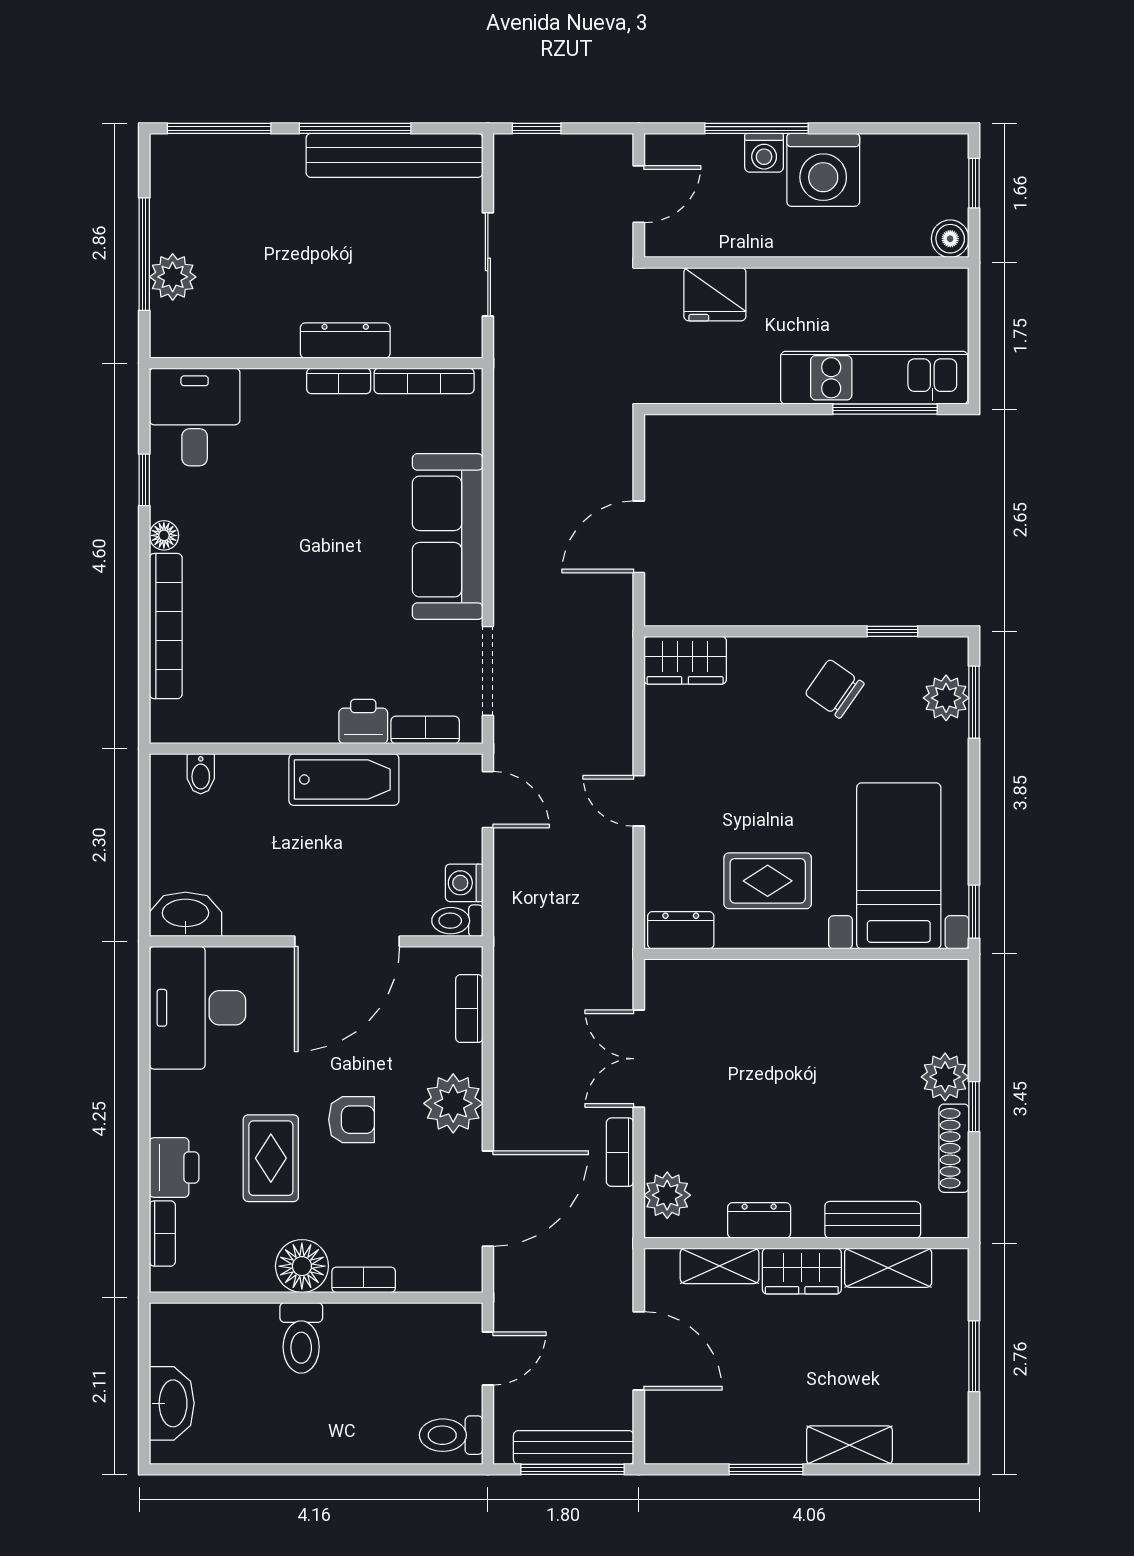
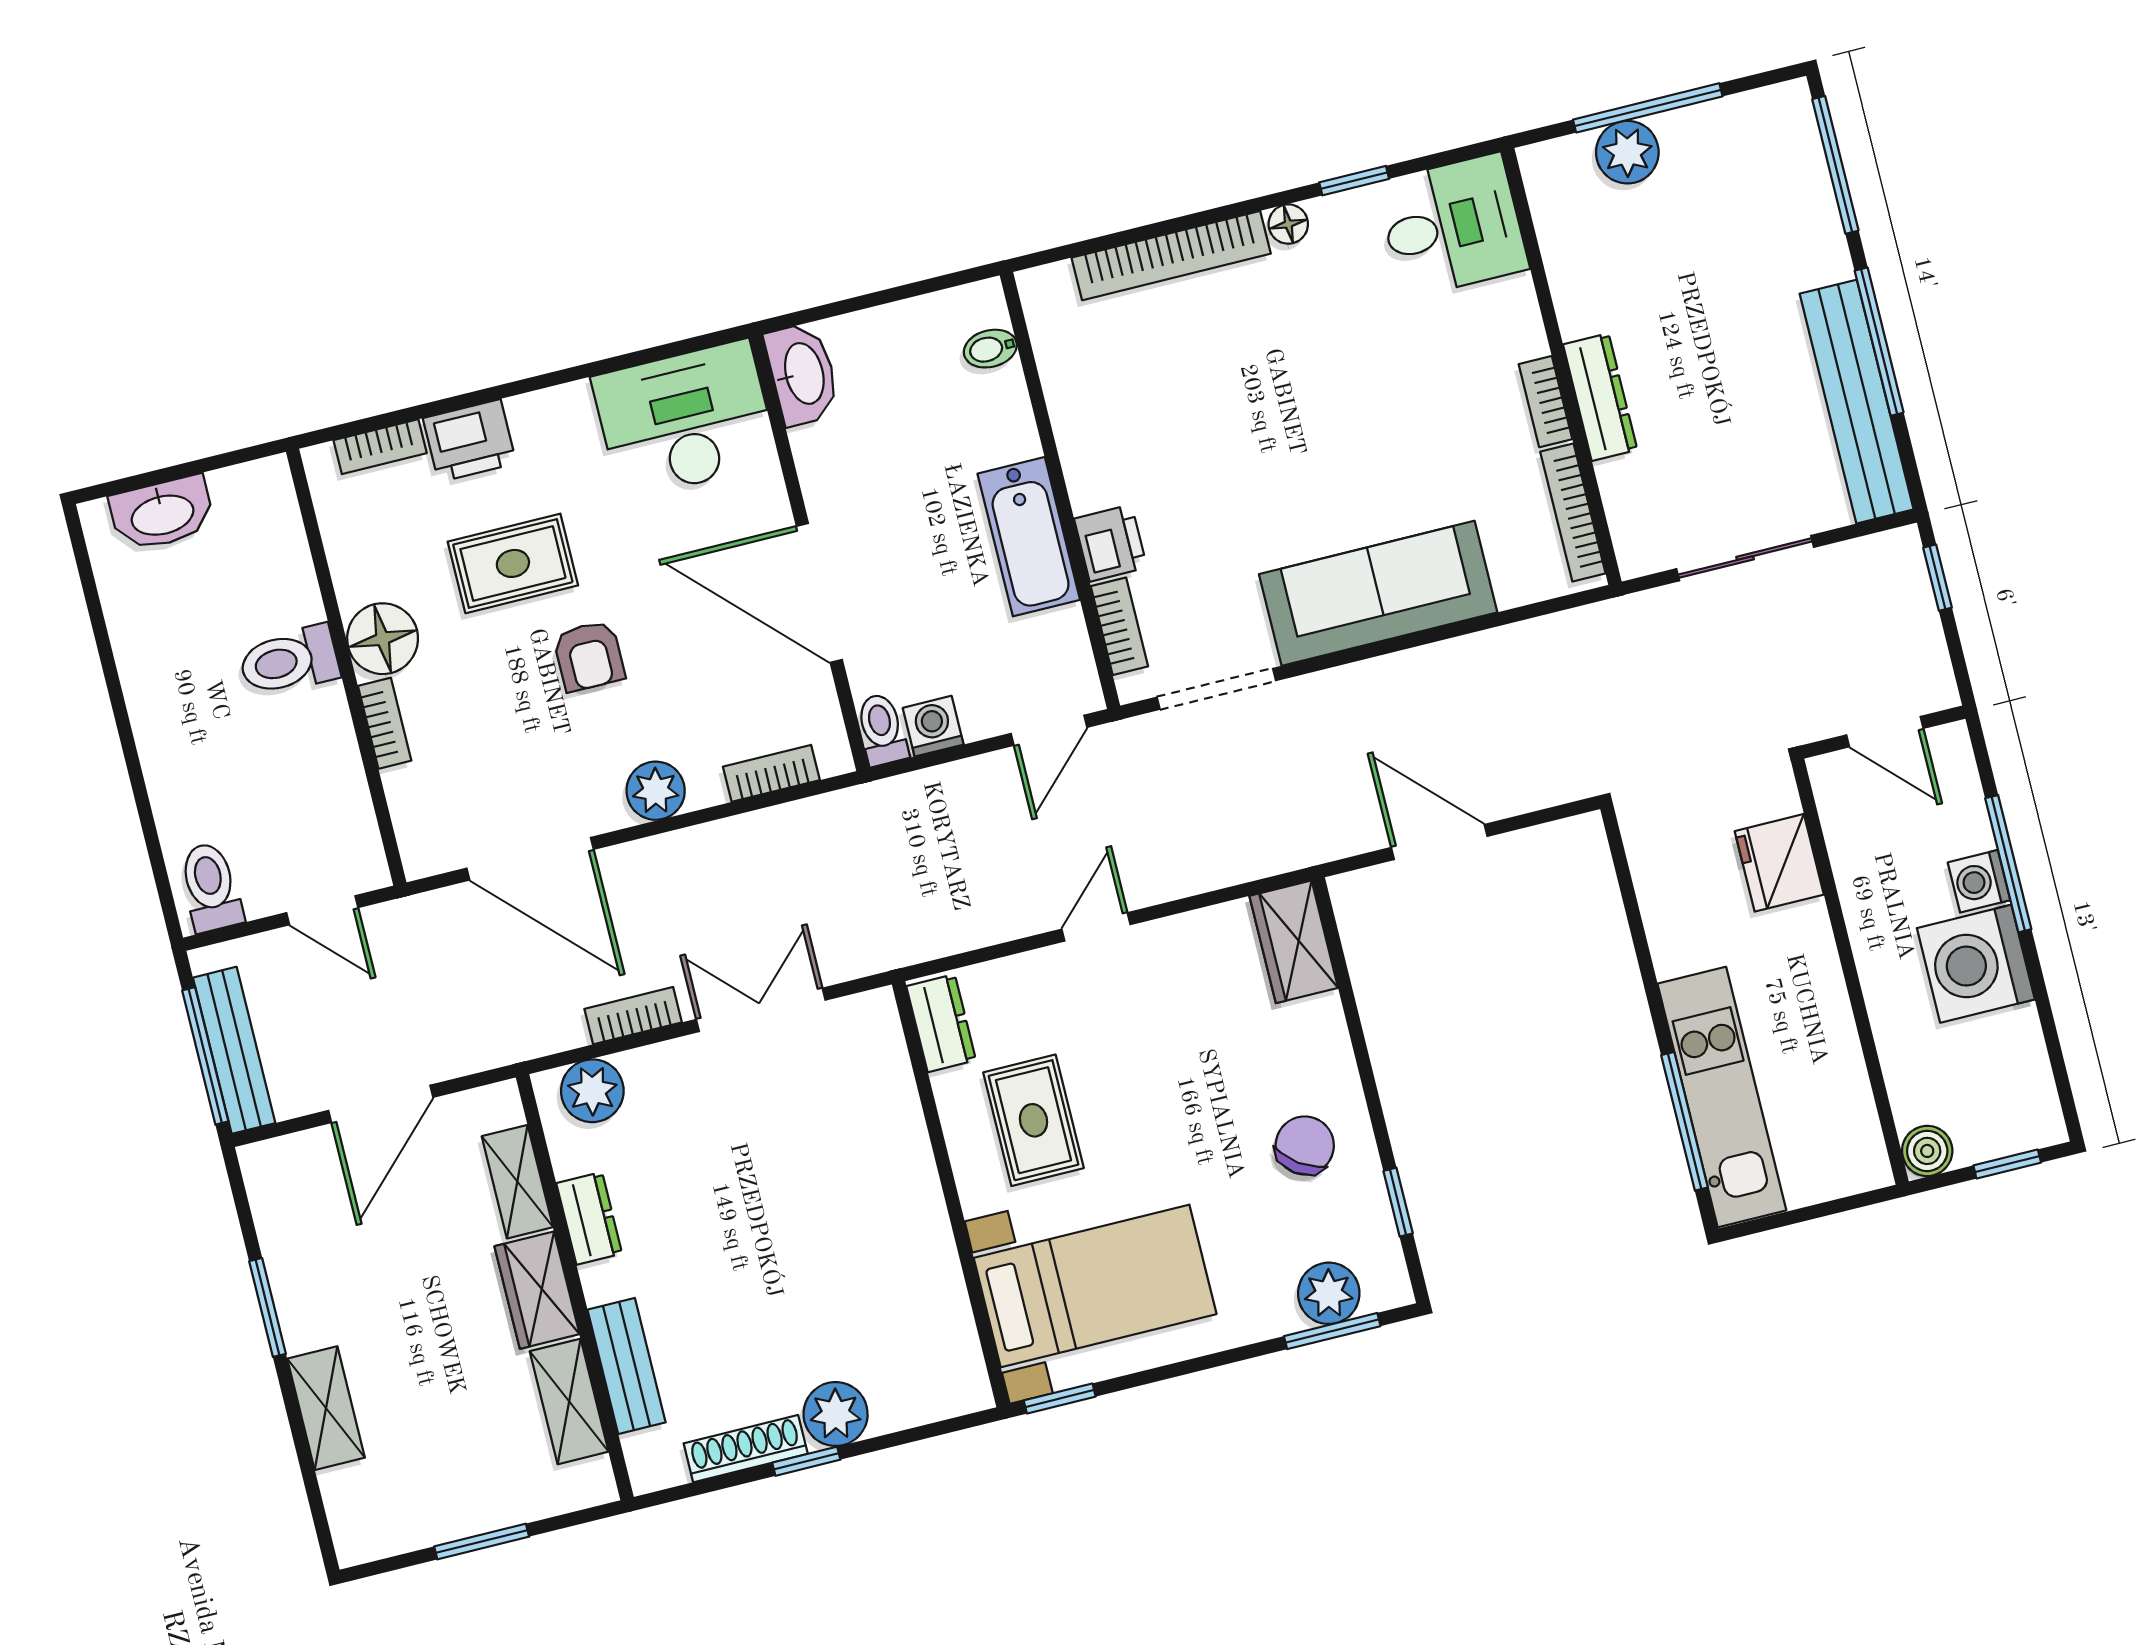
plant: (453, 1103) -> (656, 791), width x0.73, depth x0.73

